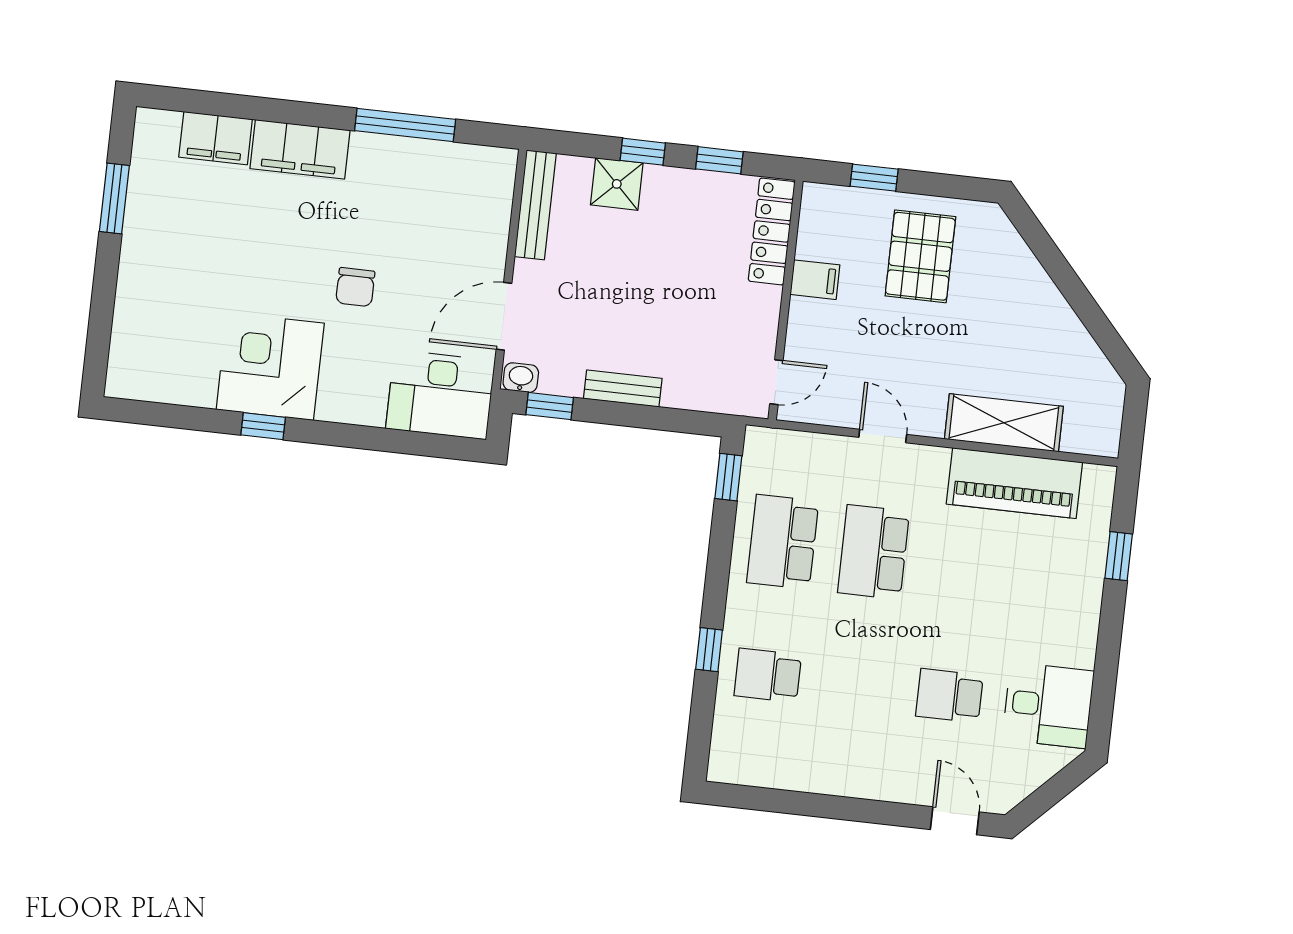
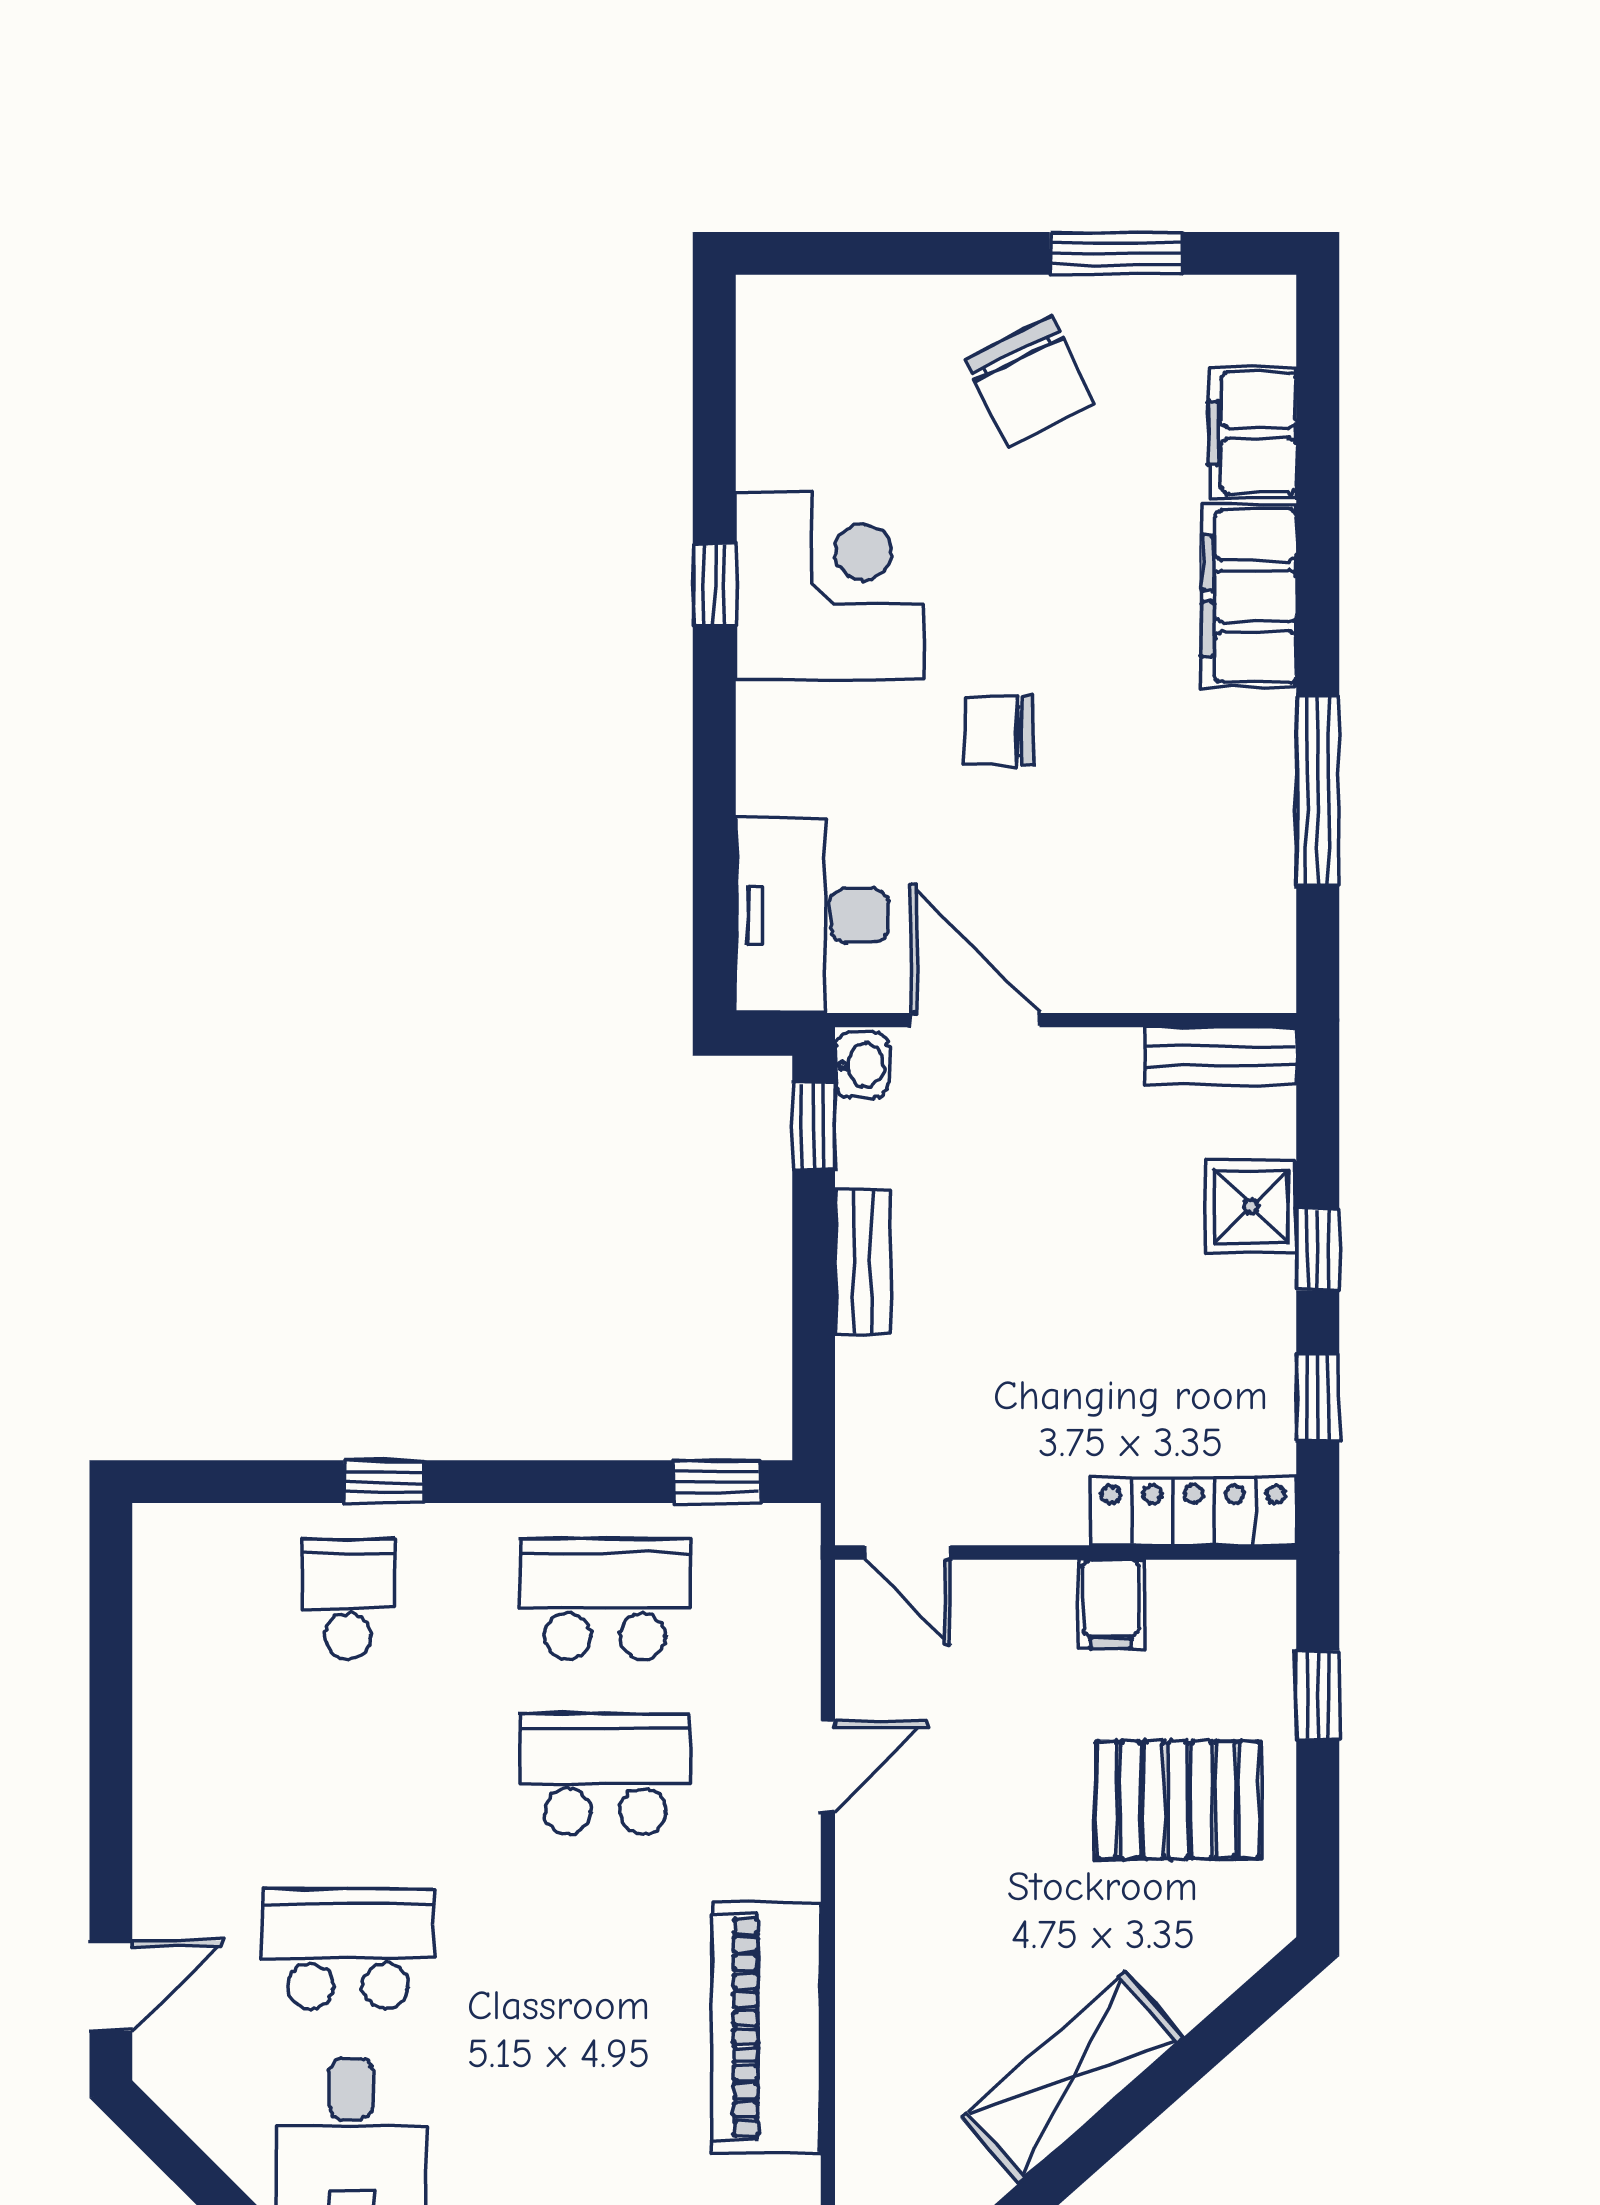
bench: (535, 205) -> (1221, 1056), width x0.73
chair: (176, 251) -> (1030, 382), added
shelving: (1004, 423) -> (1072, 2077), moved, turned 48
school desk: (949, 696) -> (348, 1949), width x1.85

